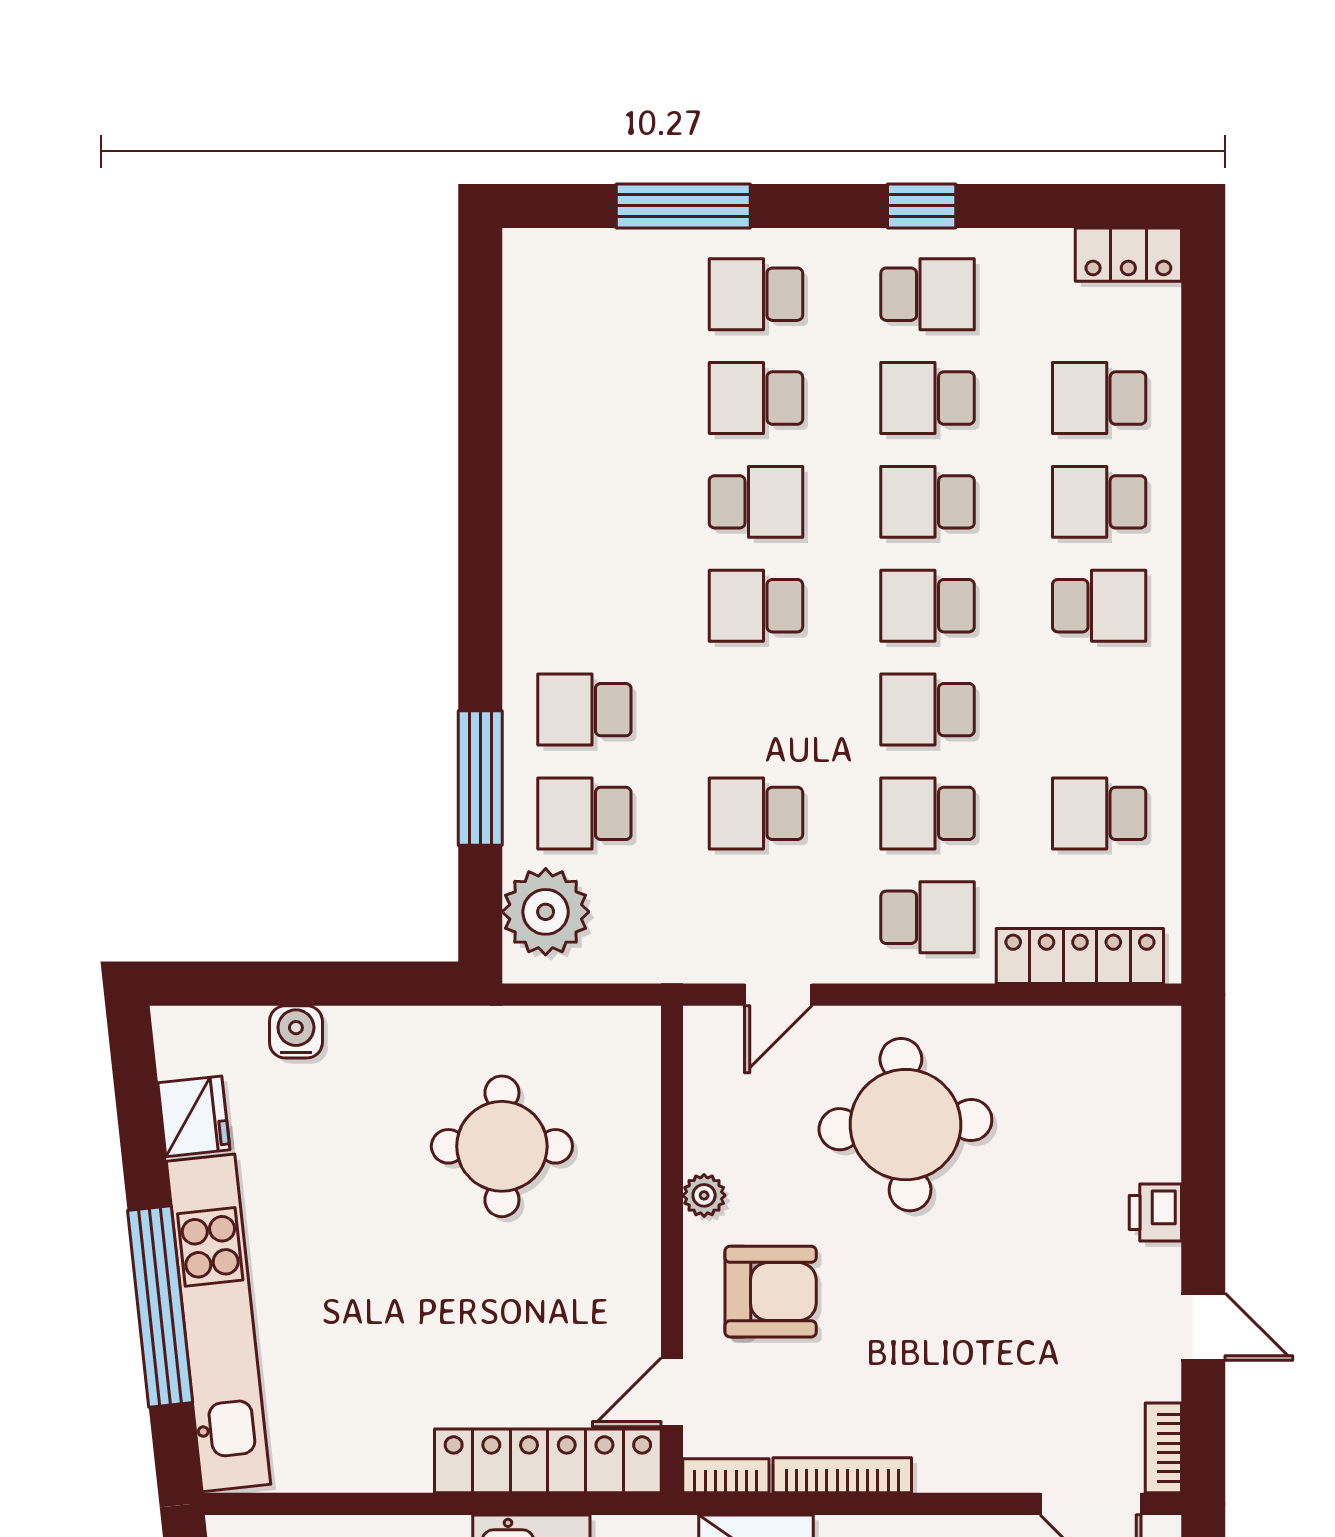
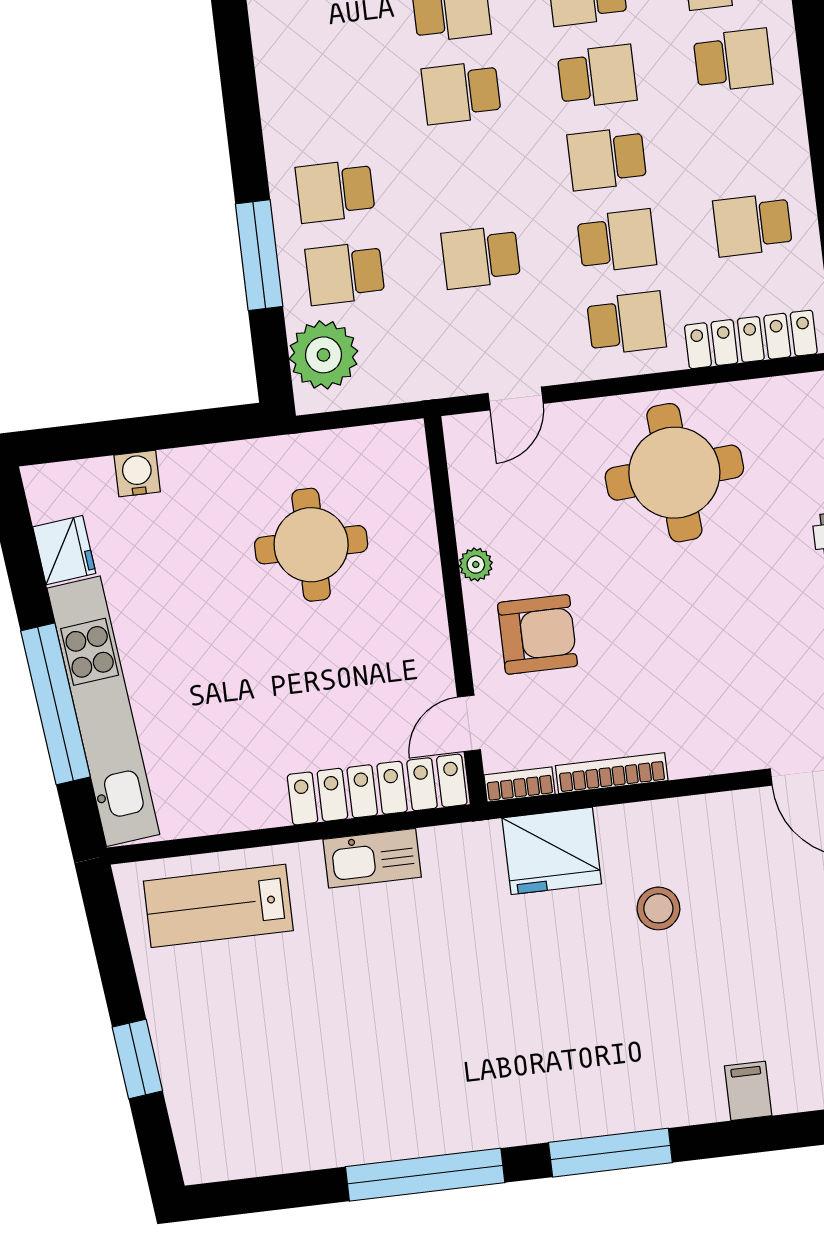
school desk: (928, 606) -> (597, 76), turned 180
school desk: (928, 813) -> (617, 241), turned 180
round table: (905, 1125) -> (674, 473), moved

